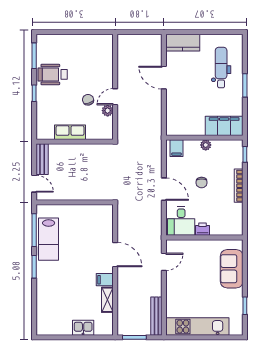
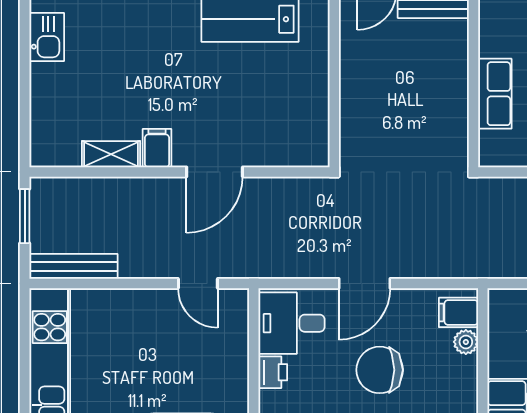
row of seats: (70, 132) -> (495, 94), moved
plant: (206, 145) -> (466, 342), moved
chair: (202, 183) -> (380, 370), width x1.87, depth x1.87
kitchen sink: (83, 328) -> (47, 37), moved

